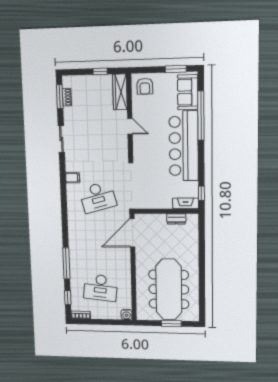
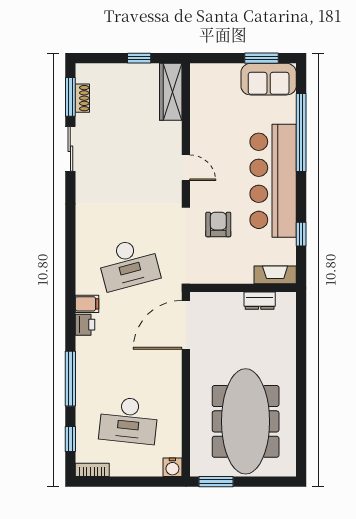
armchair: (145, 86) -> (218, 225), moved, turned 180
sofa: (188, 92) -> (269, 79), moved, turned -90
door: (130, 126) -> (186, 168), moved
sliding door: (61, 139) -> (70, 149), moved
filing cabinet: (73, 178) -> (87, 304), moved
window: (201, 193) -> (301, 234), moved
printer: (74, 233) -> (85, 325), added
window: (171, 324) -> (216, 482), moved

